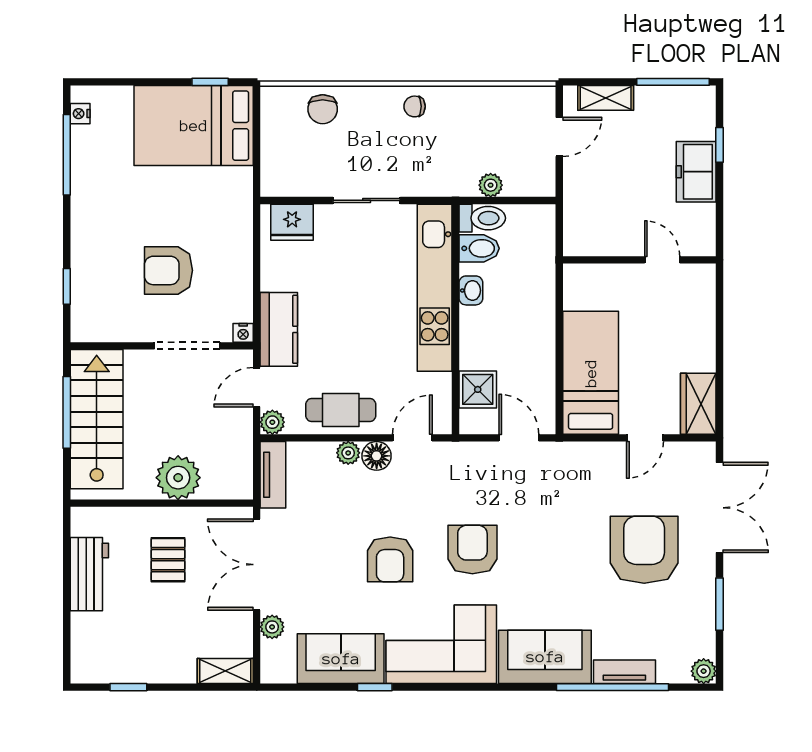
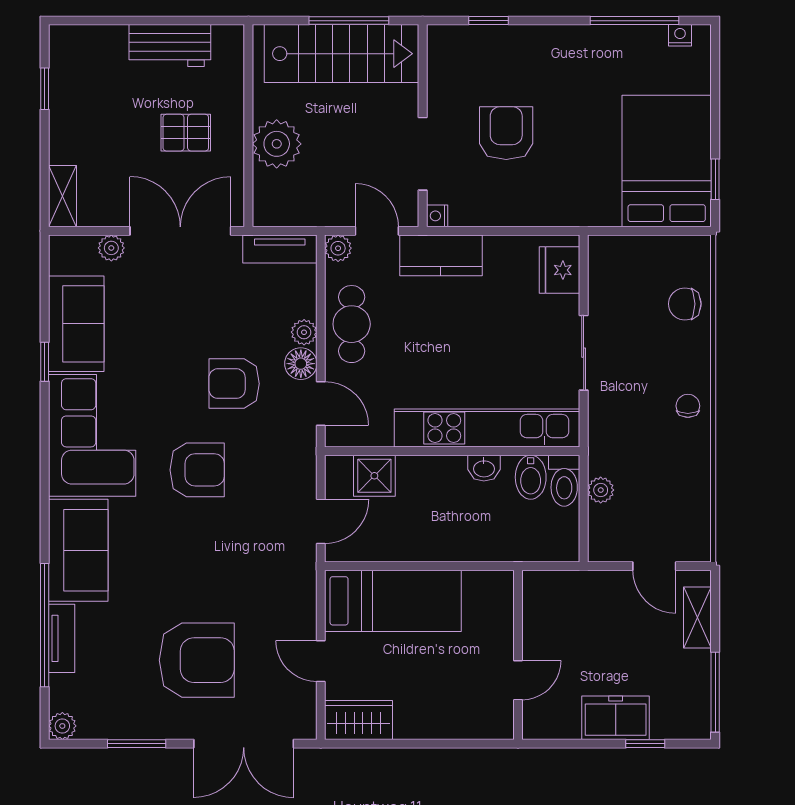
armchair: (390, 559) -> (234, 384), moved

